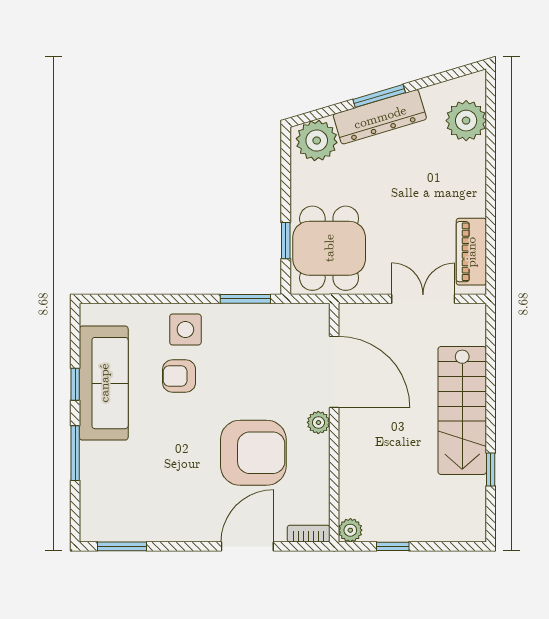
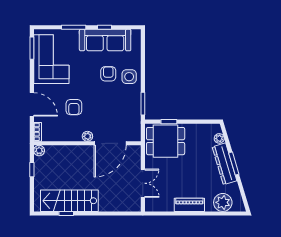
plant: (317, 141) -> (219, 138), width x0.53, depth x0.53
piano: (471, 252) -> (189, 205), moved
stairs: (462, 410) -> (69, 201), moved
armchair: (253, 453) -> (74, 107), width x0.53, depth x0.53
corner sofa: (146, 503) -> (51, 59), added

